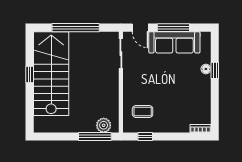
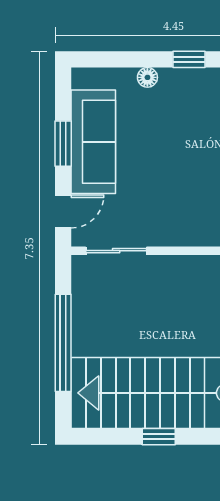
window: (173, 28) -> (63, 144), width x0.69
window: (215, 70) -> (189, 59), moved

